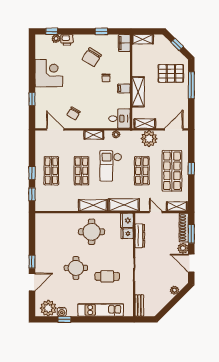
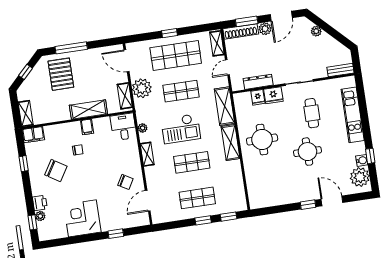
fridge: (127, 220) -> (273, 95), moved

